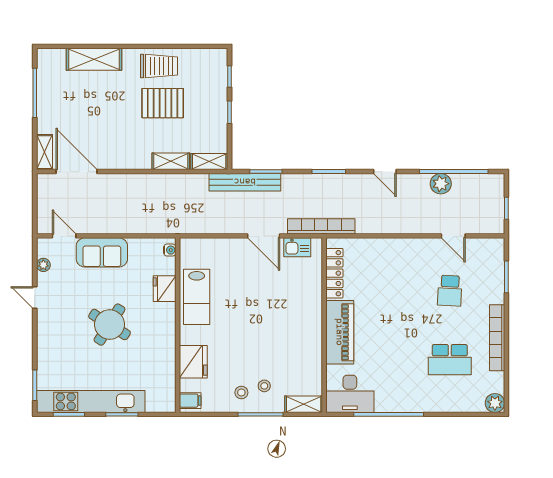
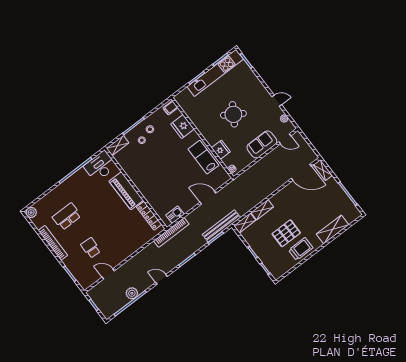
trolley: (159, 66) -> (301, 249), turned 180
door: (264, 236) -> (208, 198), moved

